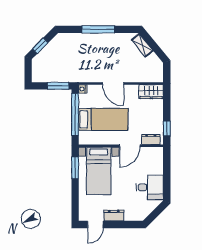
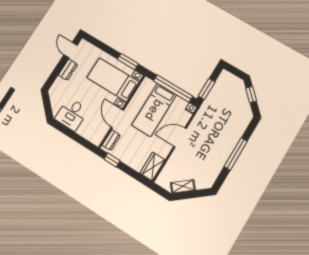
shelving: (142, 45) -> (183, 186), moved

